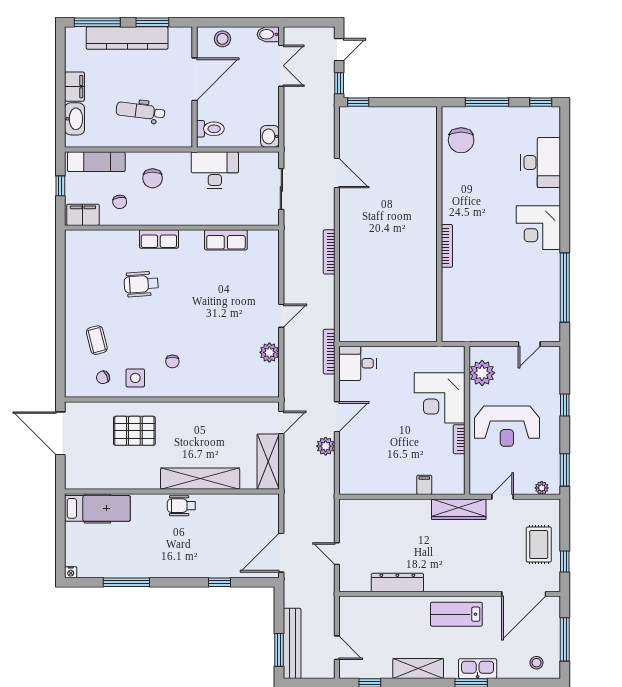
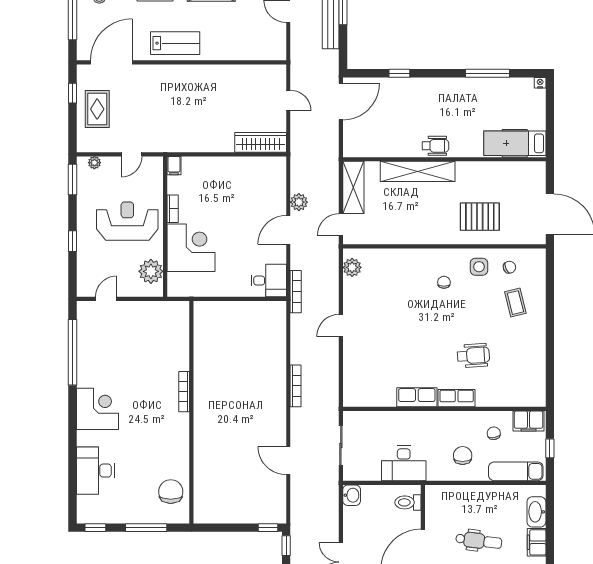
dental chair: (141, 111) -> (479, 541), moved
row of seats: (226, 240) -> (417, 397), moved
plant: (269, 352) -> (352, 267), moved
filing cabinet: (424, 485) -> (174, 166), moved
wardrobe: (459, 509) -> (261, 142), moved
dresser: (397, 583) -> (231, 73), removed

